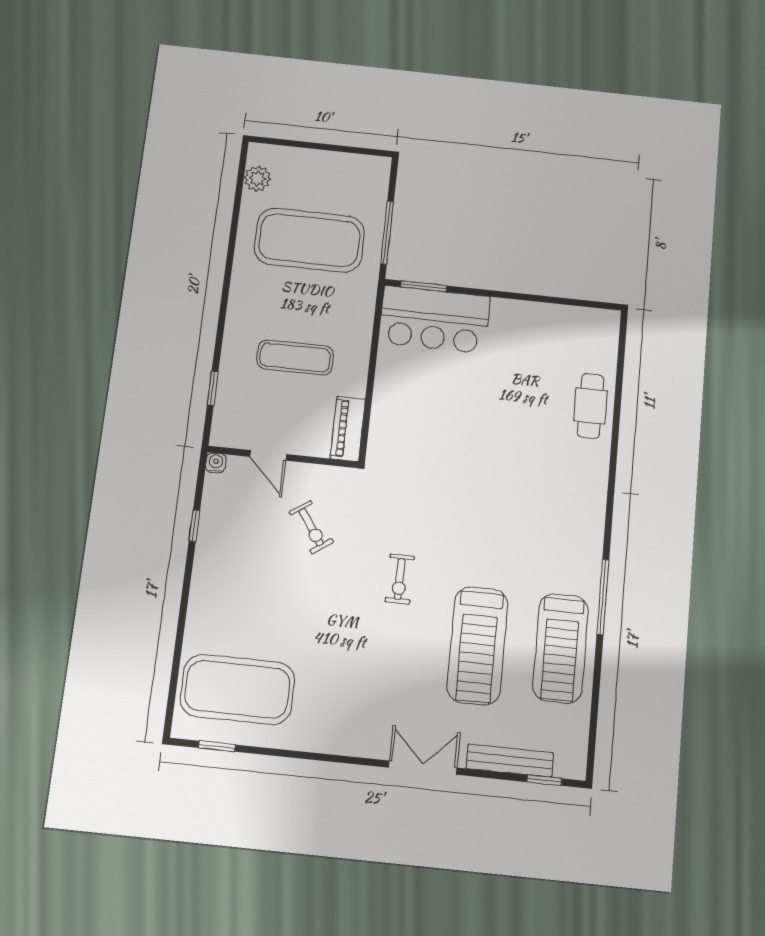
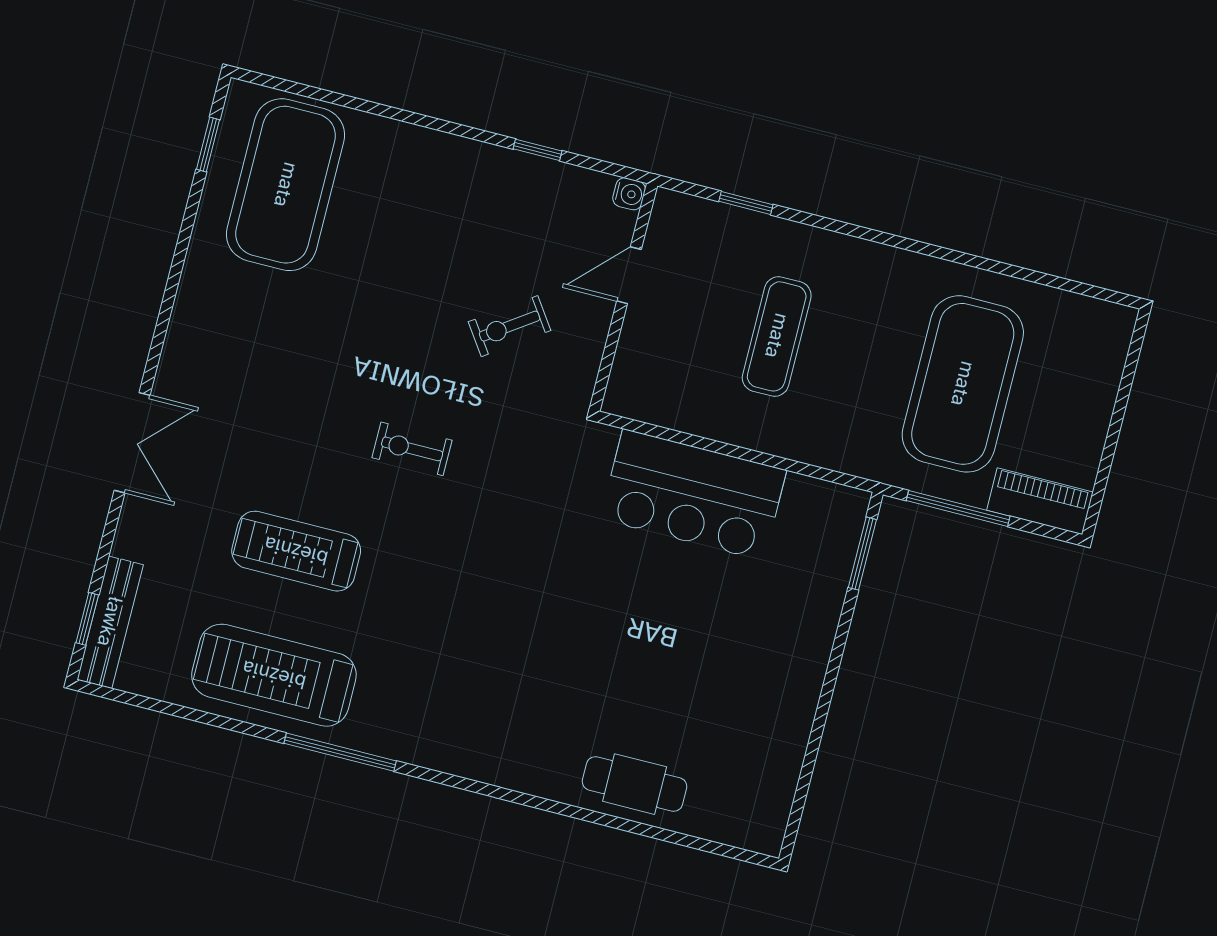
plant: (257, 178) -> (1076, 315), removed
bar counter: (434, 320) -> (693, 495), moved, turned -90
piano: (348, 429) -> (1040, 501), moved
treadmill: (478, 646) -> (296, 551), width x0.73, depth x0.73
bench: (510, 761) -> (110, 622), moved

